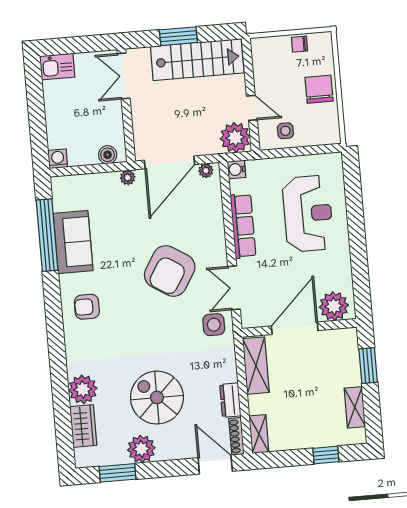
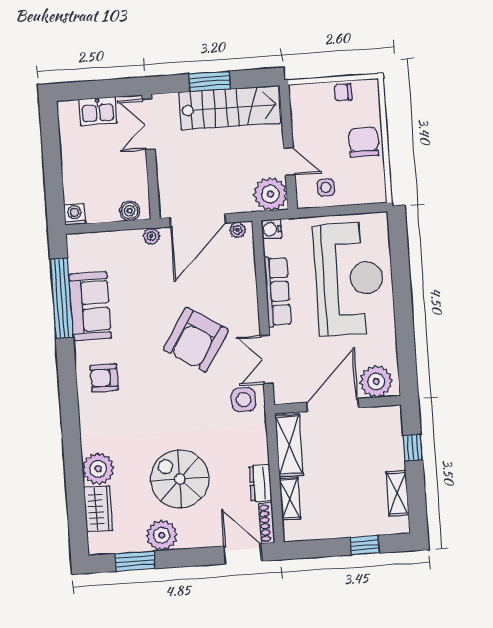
kitchen sink: (57, 67) -> (98, 111), moved
reception desk: (308, 214) -> (349, 279), width x1.36, depth x1.30
window: (368, 366) -> (413, 447), width x0.67
shelving: (259, 434) -> (290, 499), moved

